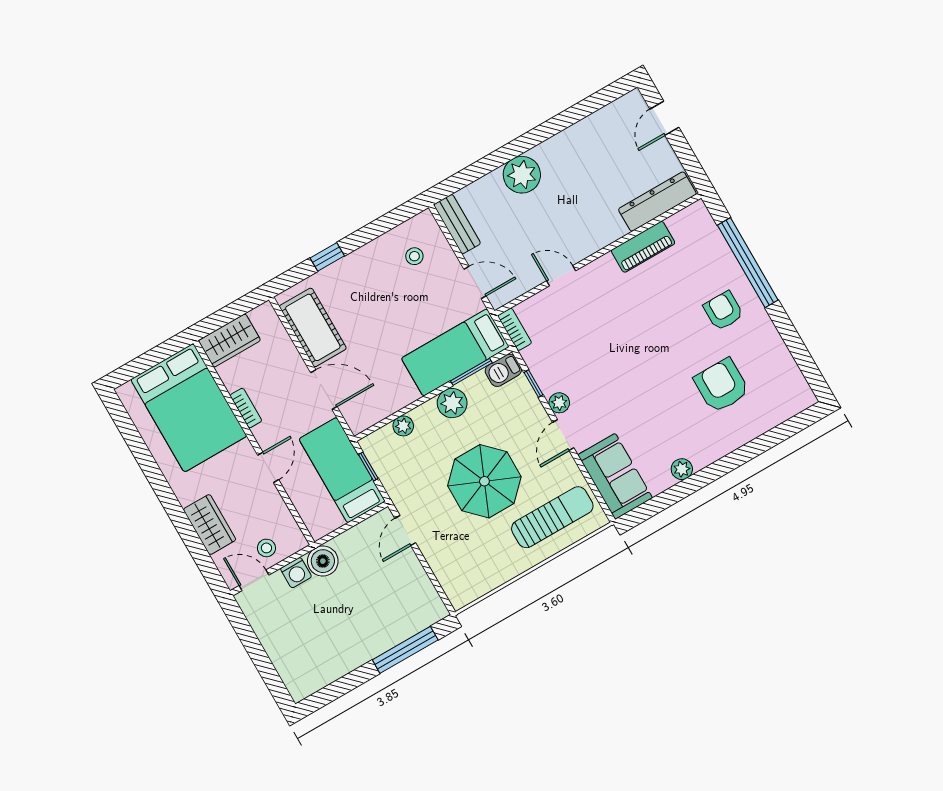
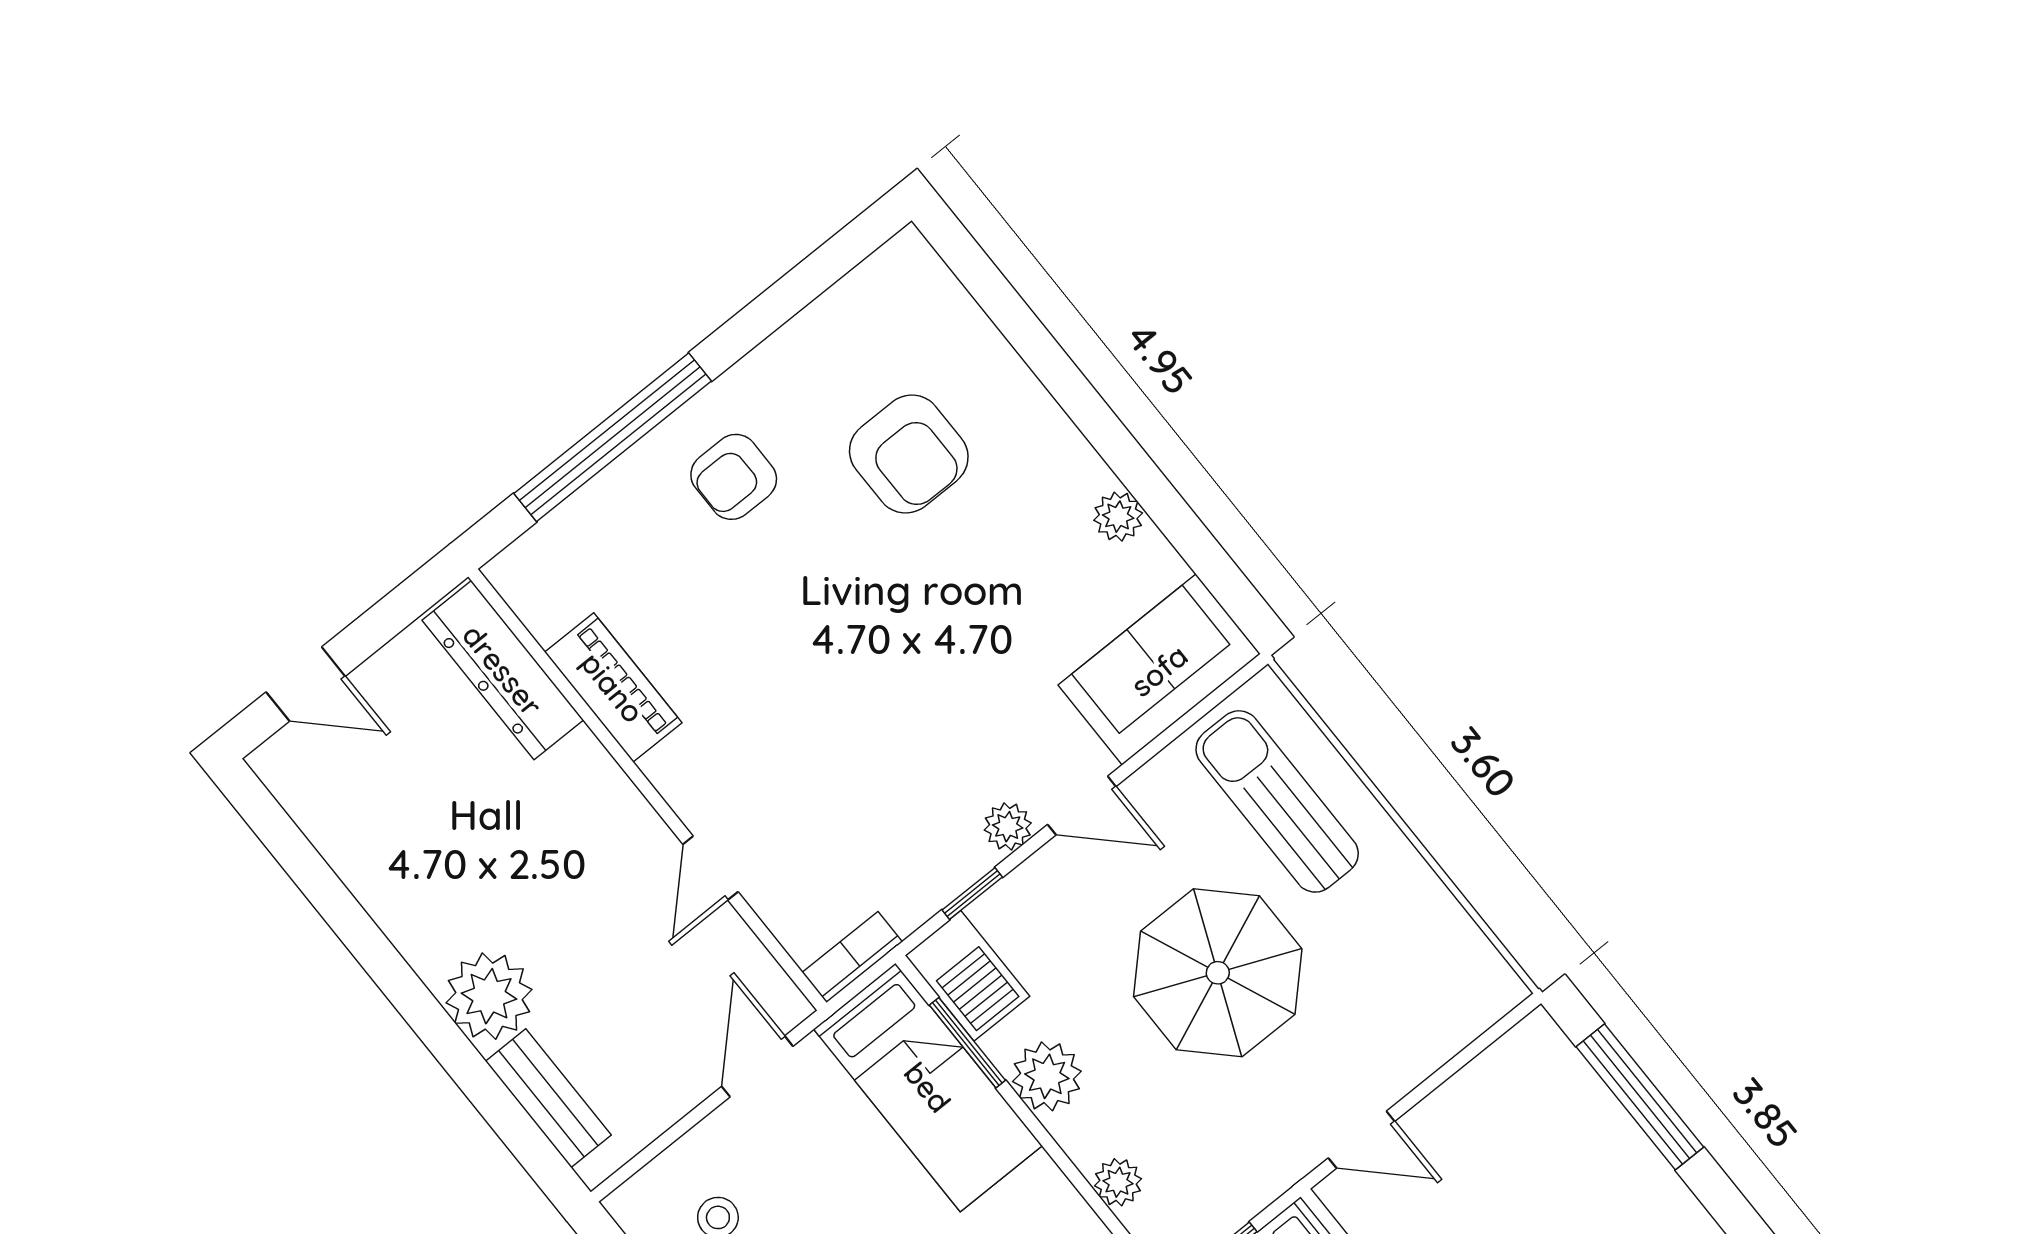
bench: (457, 224) -> (548, 1098), moved, turned 90
barbecue: (503, 370) -> (967, 976), width x1.38, depth x1.27
armchair: (722, 386) -> (909, 454), turned -90

